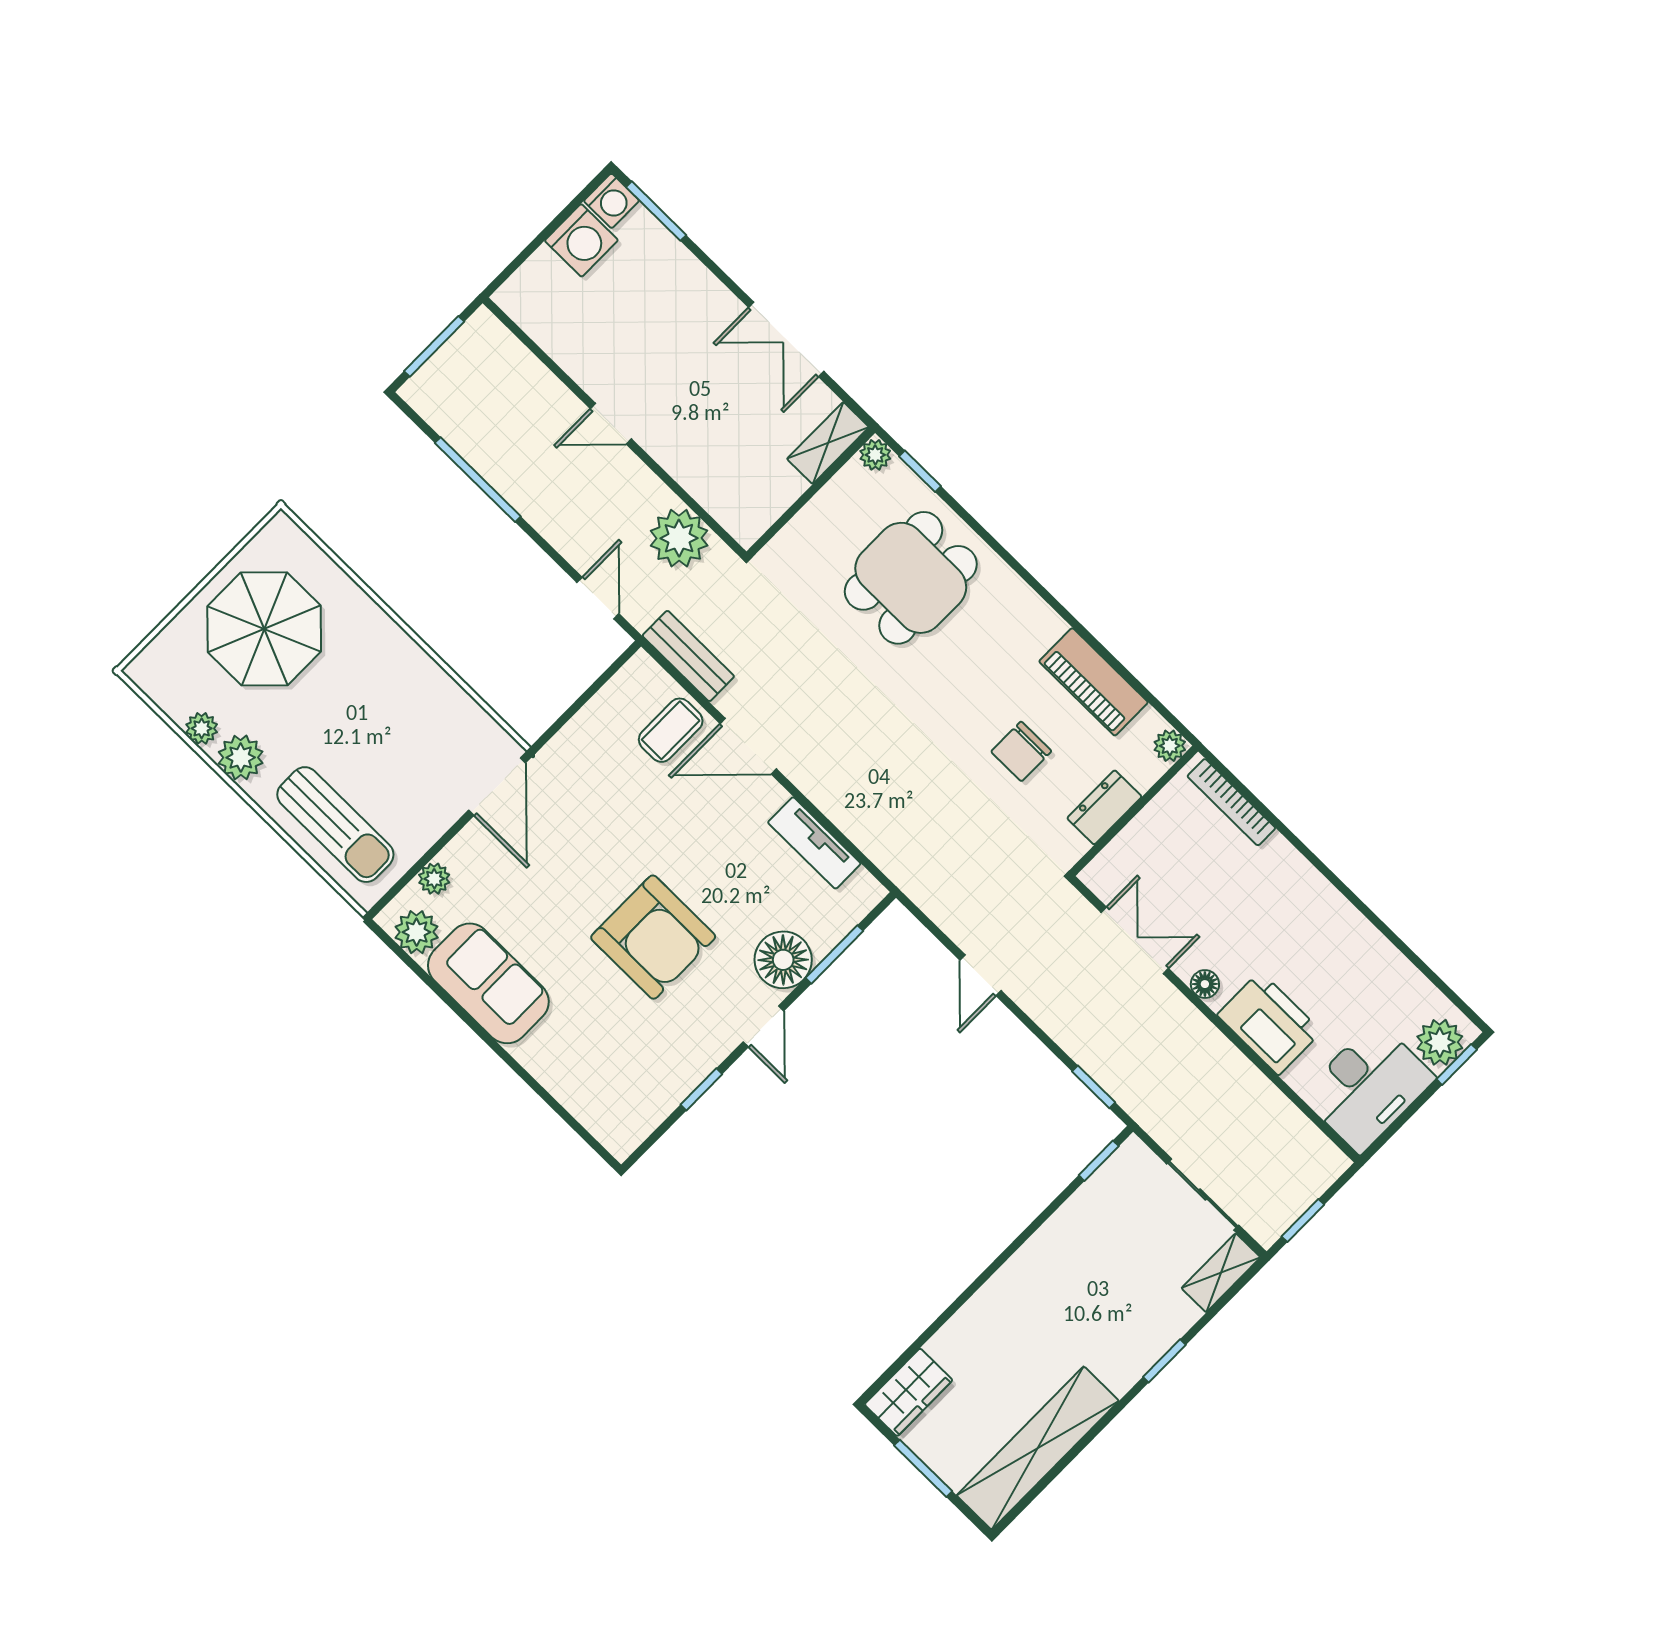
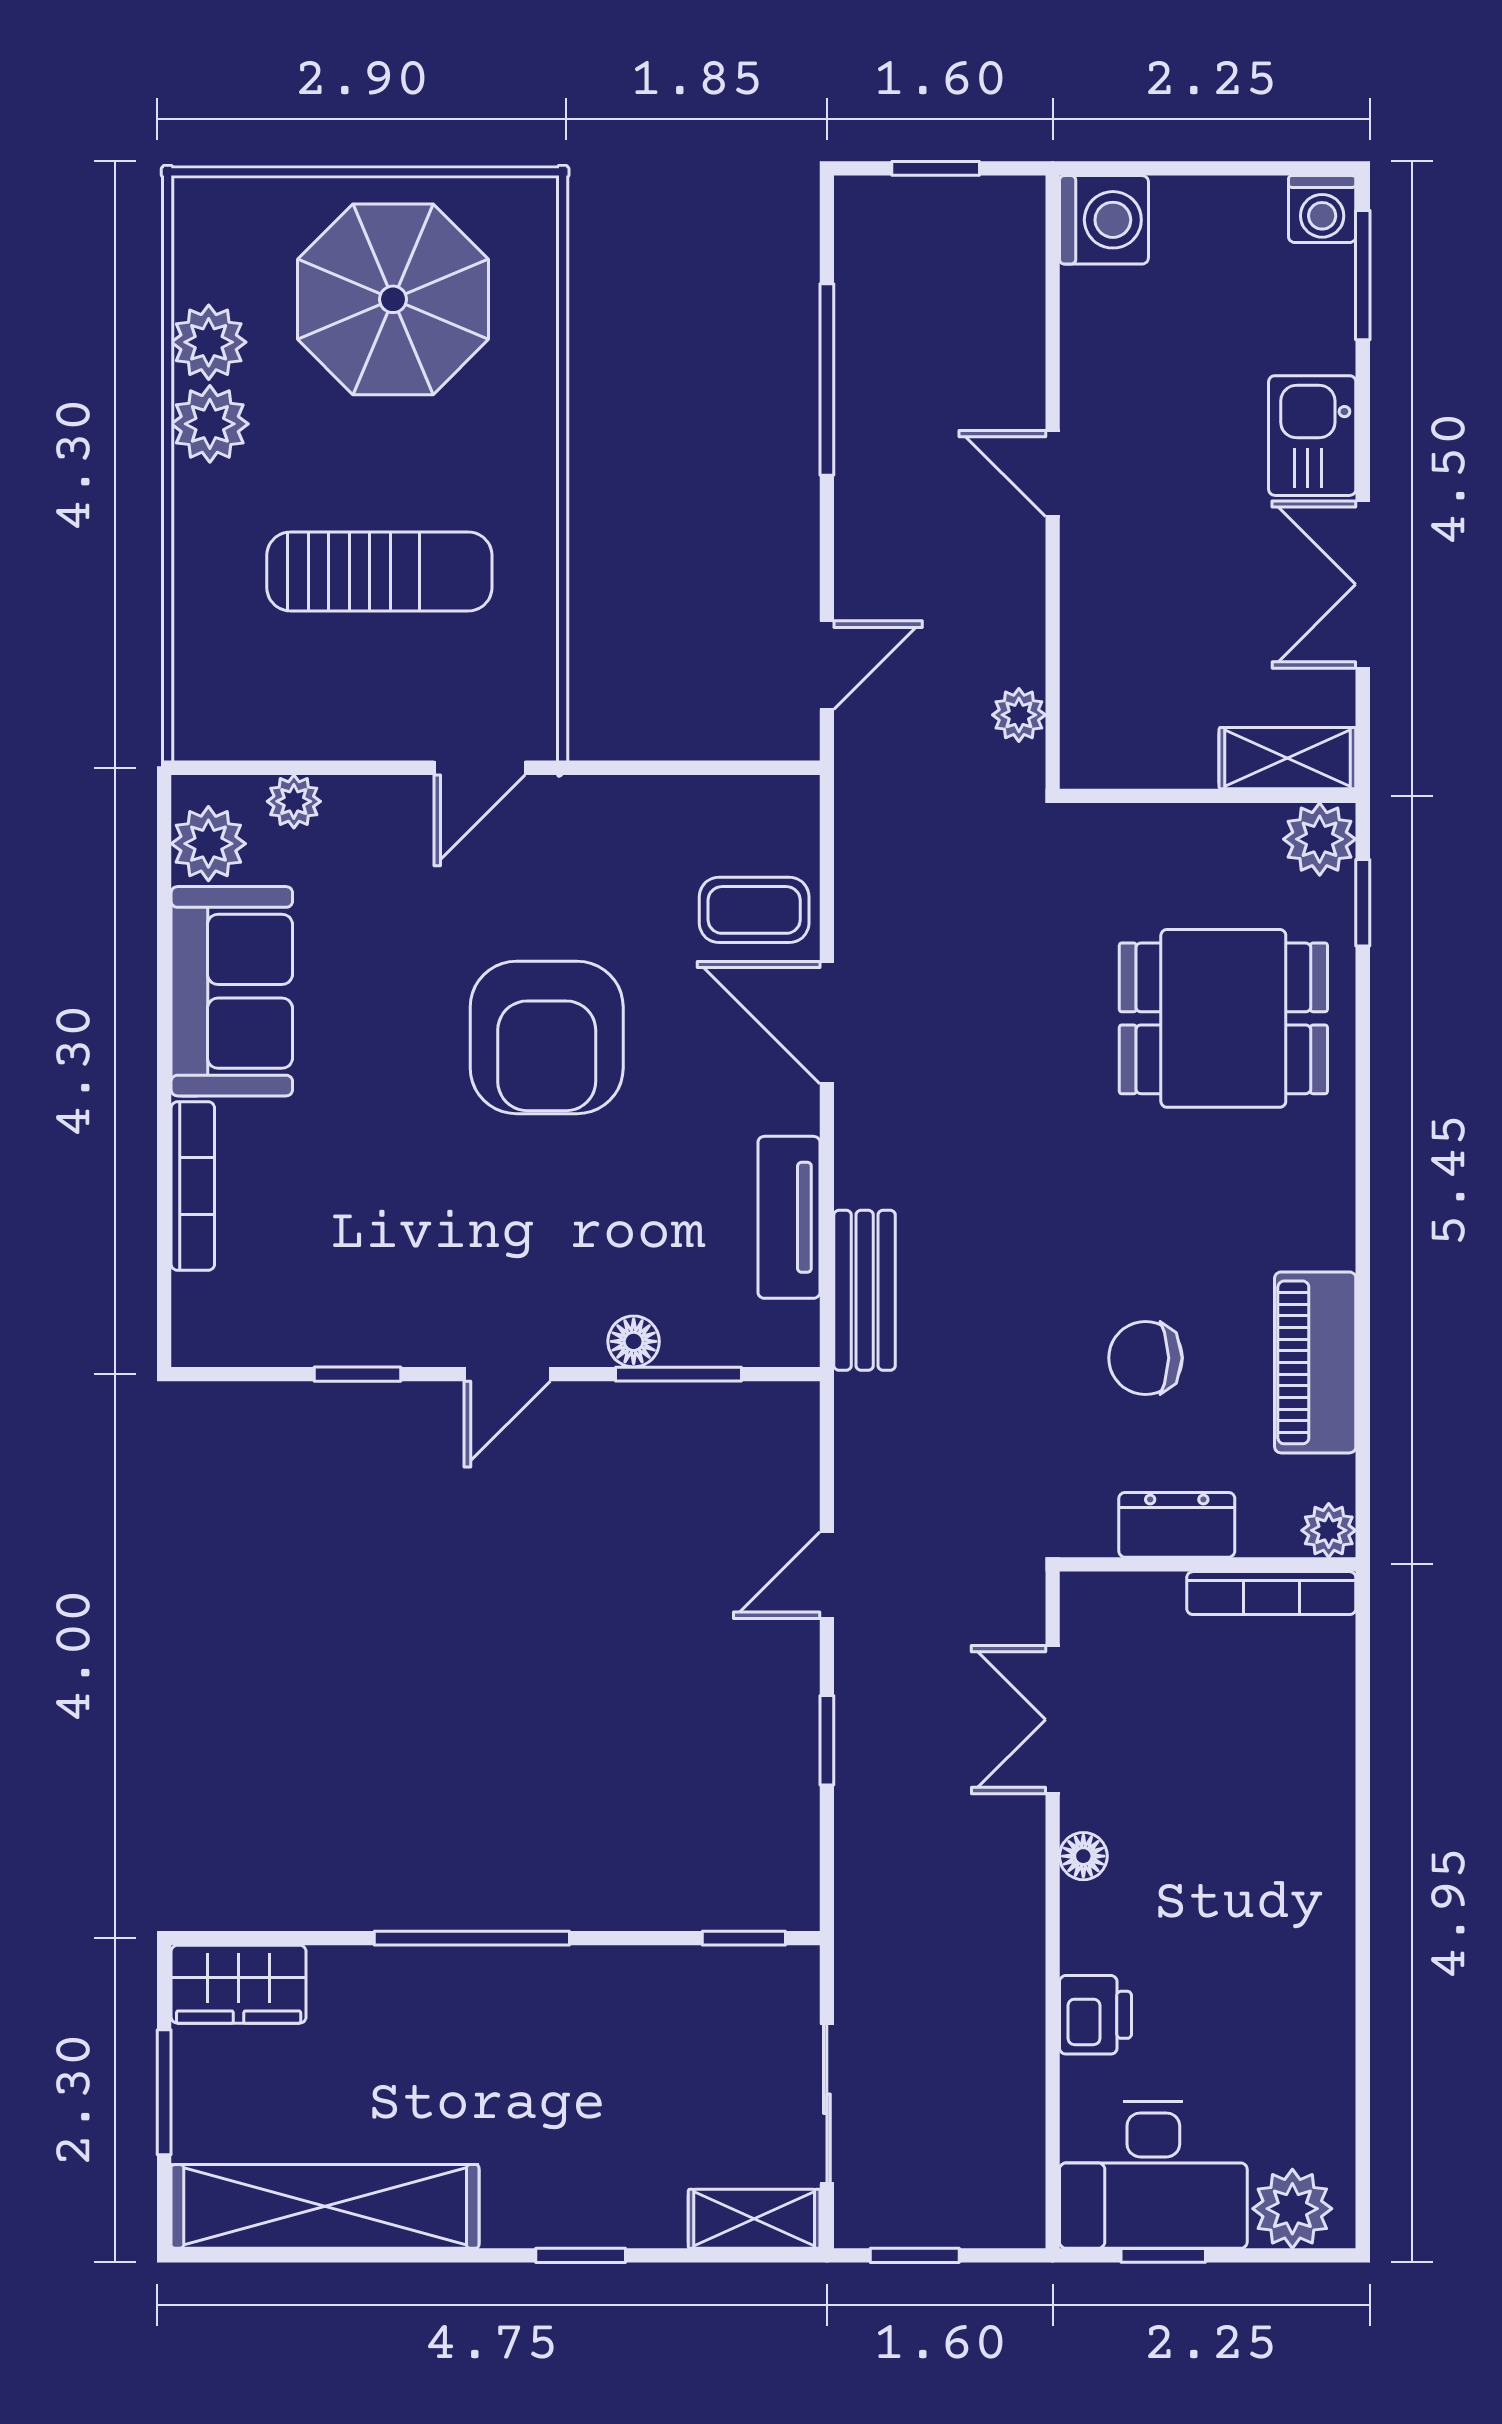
washing machine: (581, 240) -> (1104, 220), moved, turned -90
kitchen sink: (703, 299) -> (1312, 436), added
window: (434, 346) -> (936, 168), width x0.67
plant: (875, 455) -> (1320, 839), width x1.38, depth x1.38
plant: (679, 538) -> (1019, 715), width x0.53, depth x0.53
bench: (688, 656) -> (865, 1290), moved
plant: (202, 728) -> (209, 342), width x1.38, depth x1.38
door: (497, 787) -> (480, 768), width x0.73
bookcase: (1231, 802) -> (1271, 1593), moved, turned -90
sun lounger: (335, 825) -> (379, 571), moved, turned -90
armchair: (653, 937) -> (547, 1037), moved
double door: (1135, 940) -> (1053, 1720), swing flipped
floor lamp: (783, 960) -> (634, 1341), width x0.53, depth x0.53
printer: (1269, 1023) -> (1095, 2015), width x0.53, depth x0.68
window: (1457, 1064) -> (1163, 2255), moved
bookcase: (554, 1081) -> (193, 1186), added
window: (1094, 1087) -> (827, 1740), moved
window: (986, 1275) -> (472, 1938), added

